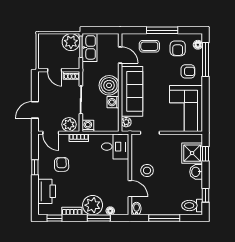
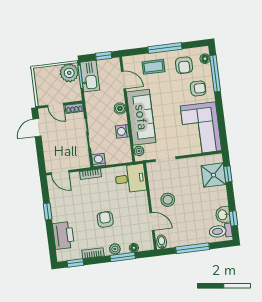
window: (105, 30) -> (104, 56), added
boiler: (109, 85) -> (120, 108), width x0.54, depth x0.54
door: (35, 110) -> (37, 128), moved
plant: (69, 124) -> (78, 161), removed
armchair: (62, 164) -> (105, 219), moved
washbasin: (196, 172) -> (223, 215), moved
plant: (93, 205) -> (115, 249), width x0.53, depth x0.53

